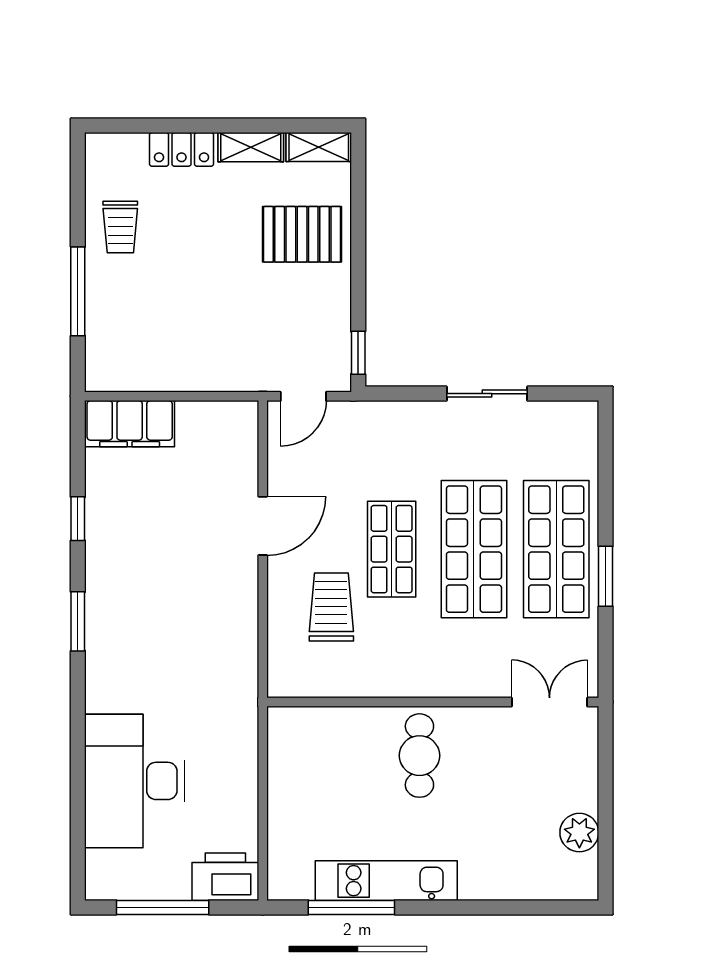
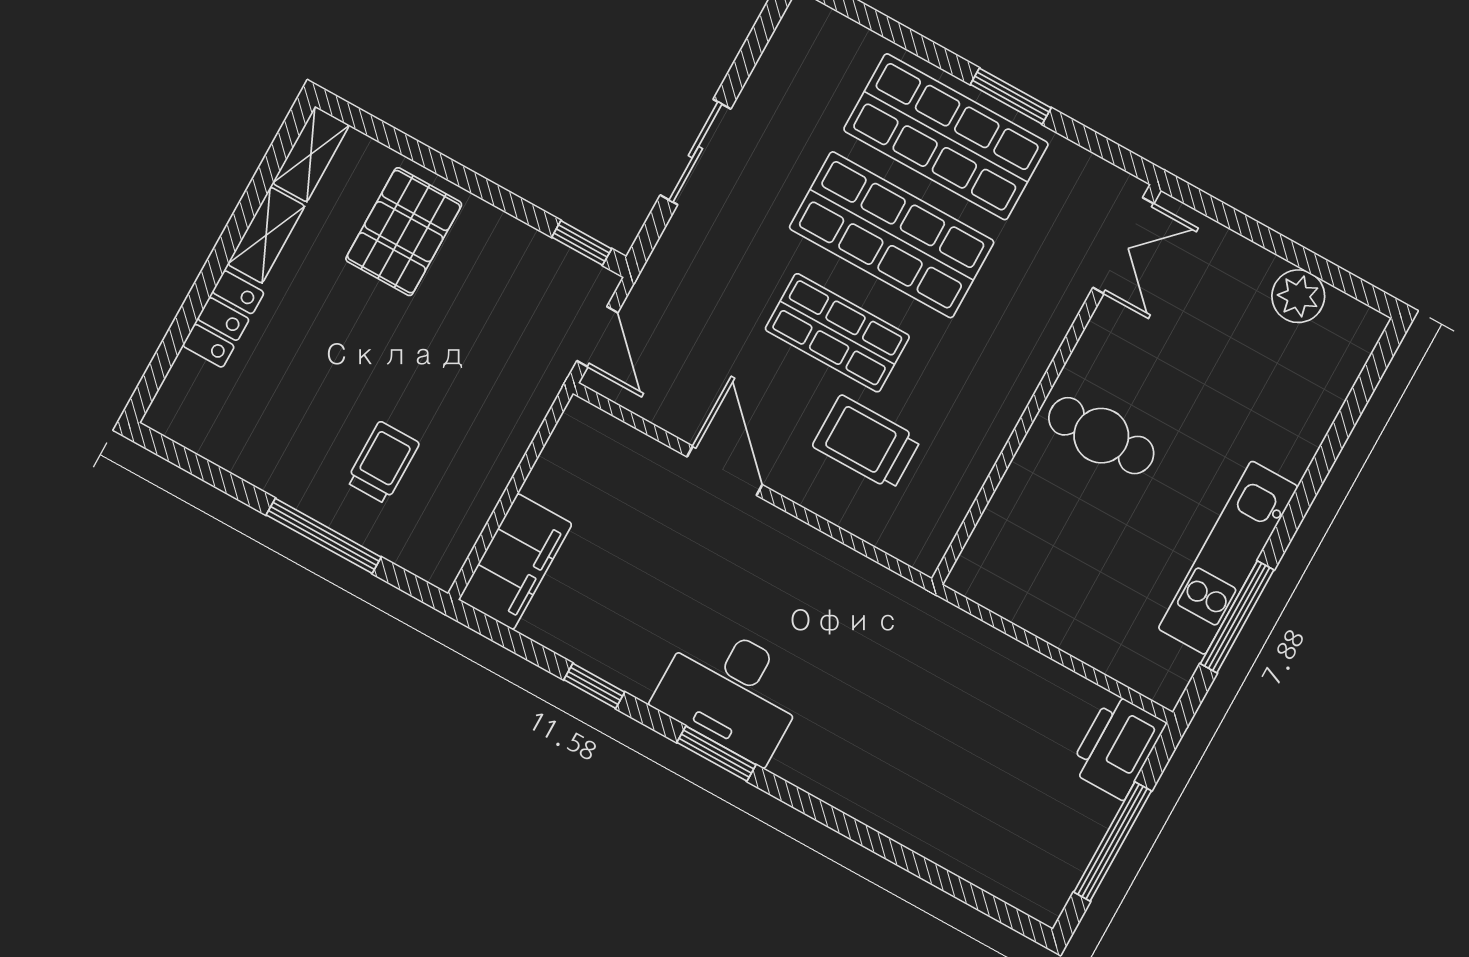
trolley: (120, 227) -> (383, 462), moved, turned -90
sliding door: (487, 394) -> (695, 152), moved
double door: (550, 702) -> (1123, 246), swing flipped
desk: (135, 781) -> (731, 691), moved, width x0.73, depth x0.77

